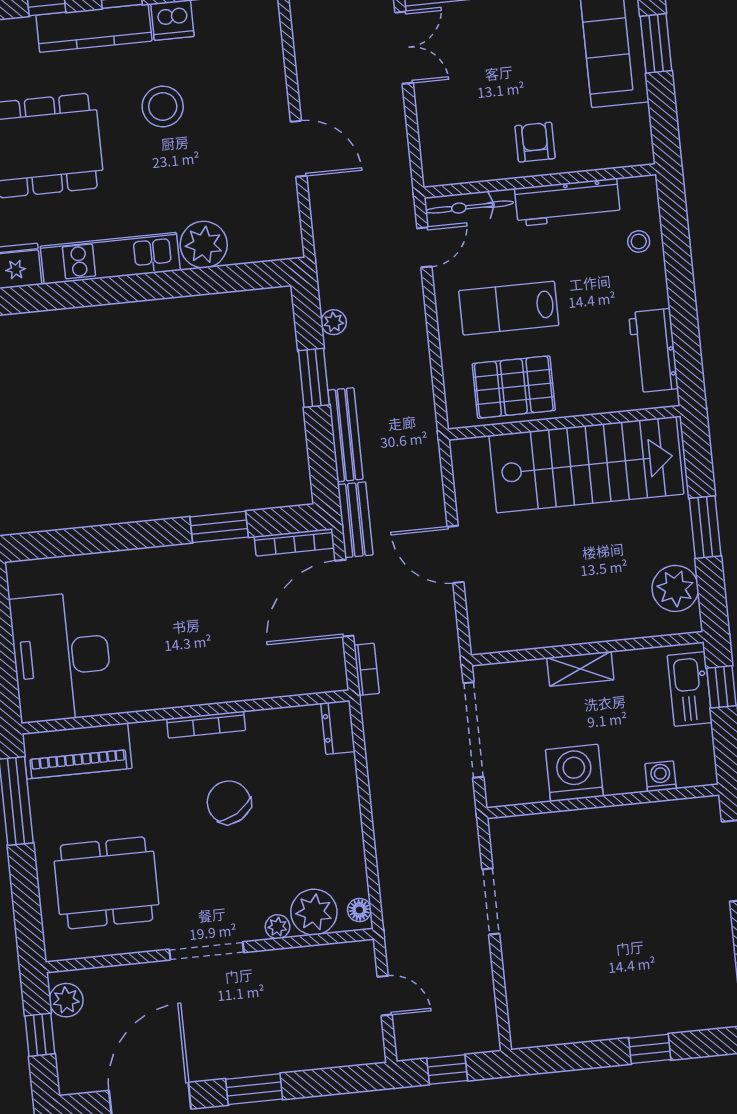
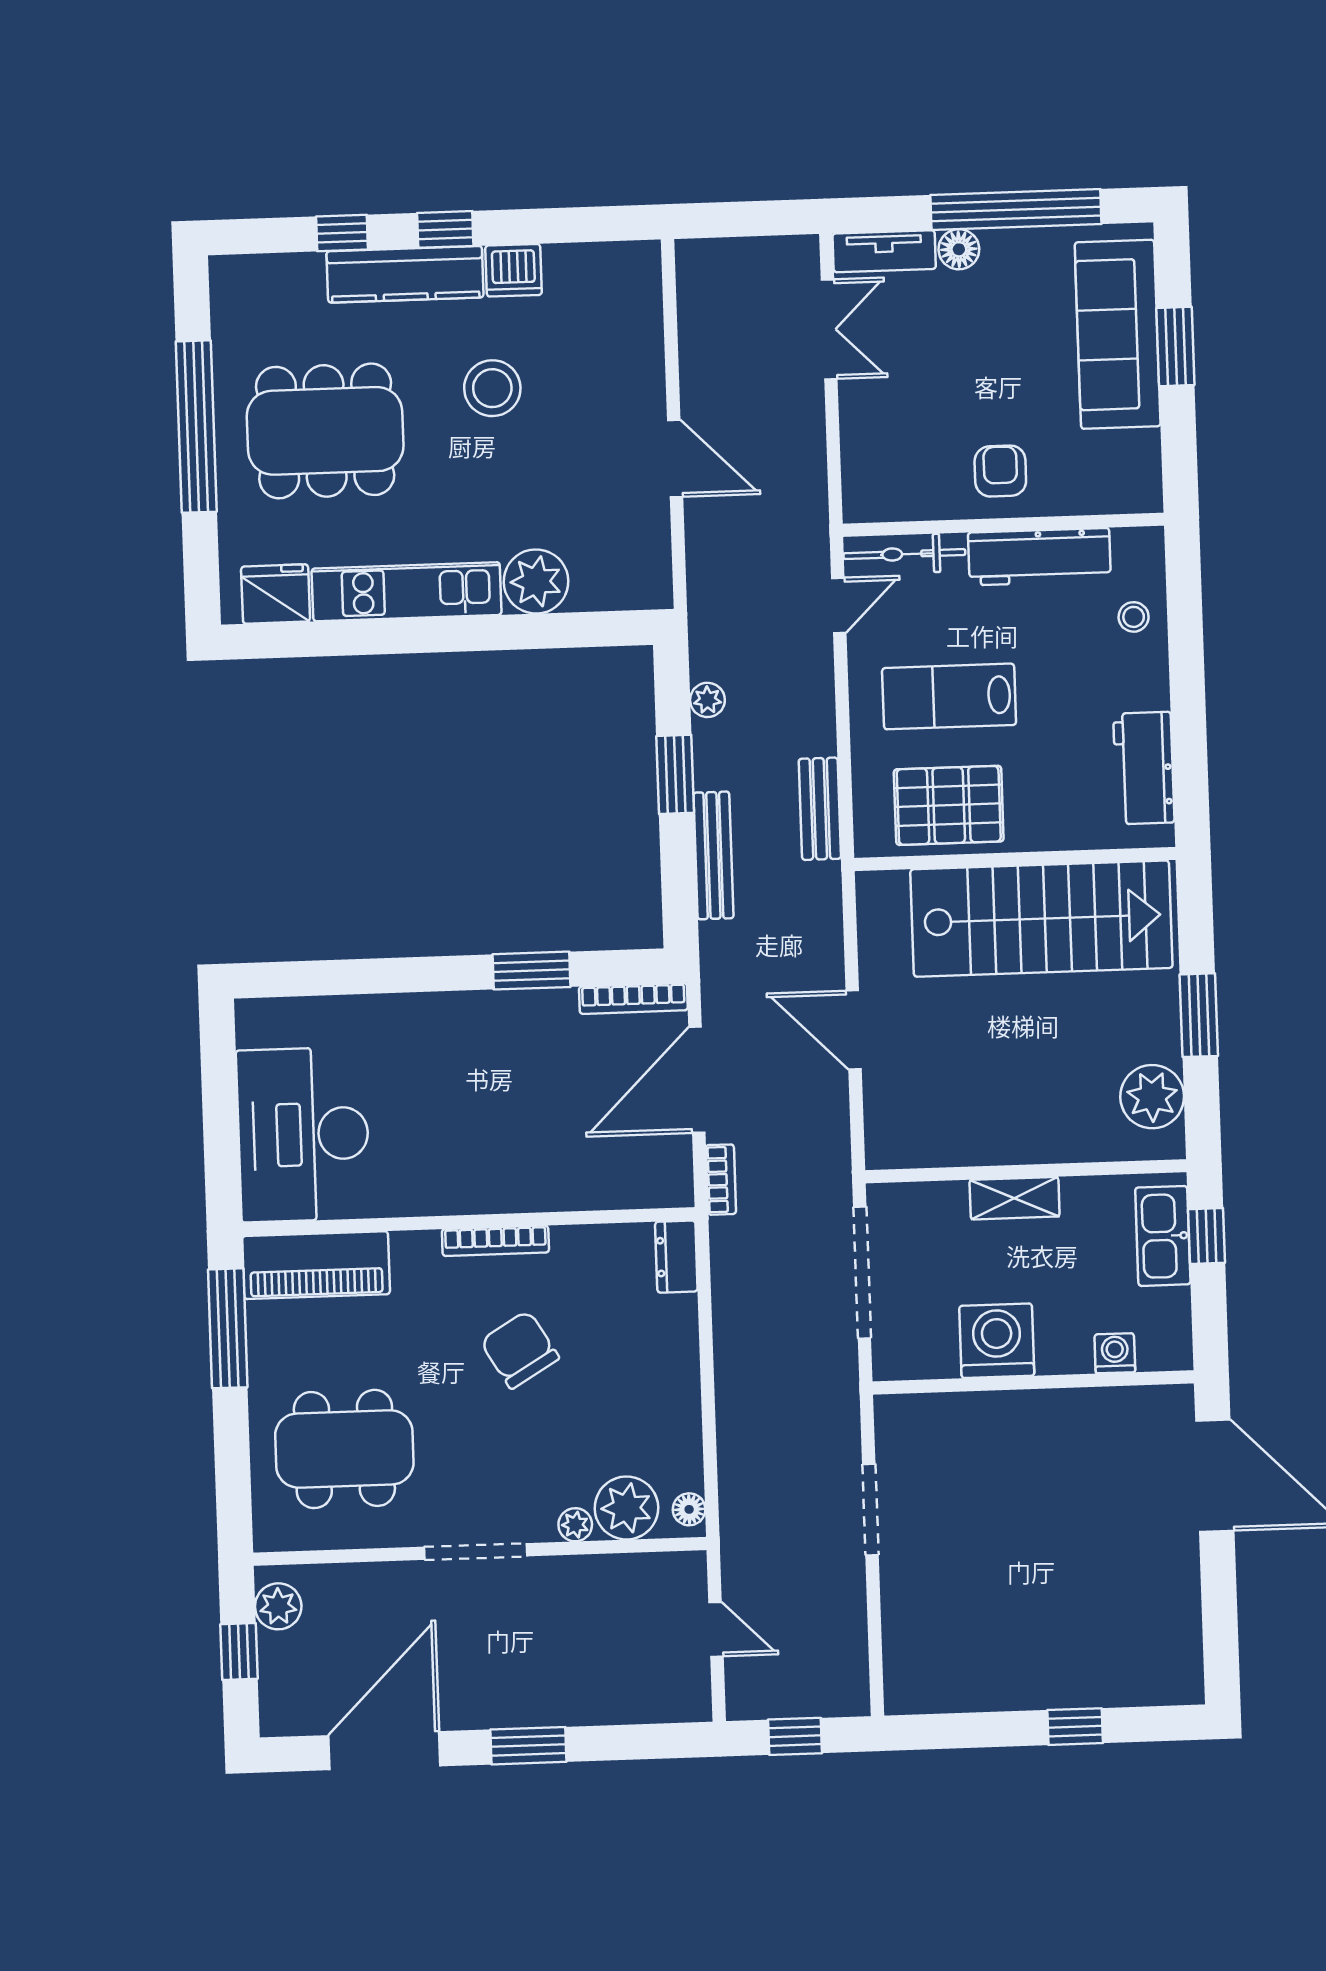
bench: (355, 520) -> (820, 809), moved

